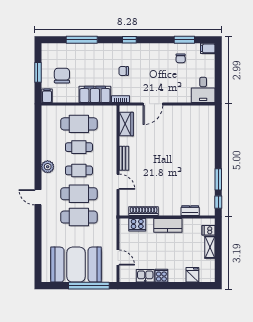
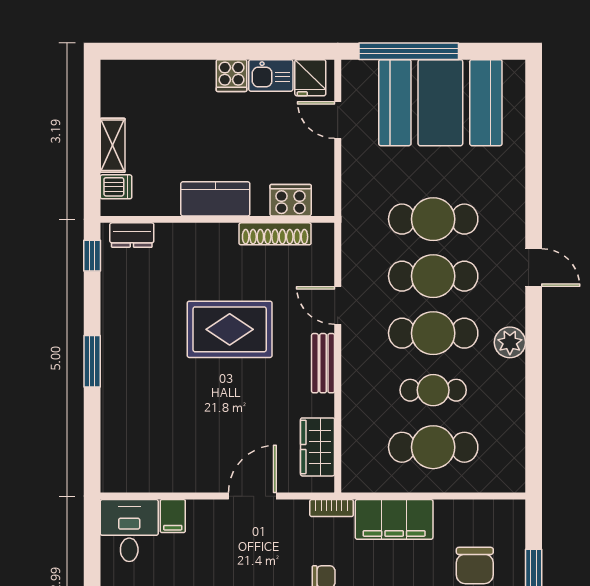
filing cabinet: (47, 96) -> (173, 516), moved
cafe table: (79, 170) -> (433, 333), width x1.37, depth x1.35
rug: (162, 172) -> (230, 329), added
window: (218, 179) -> (92, 361), moved
dresser: (190, 211) -> (132, 235), moved
fridge: (192, 275) -> (310, 78), moved

